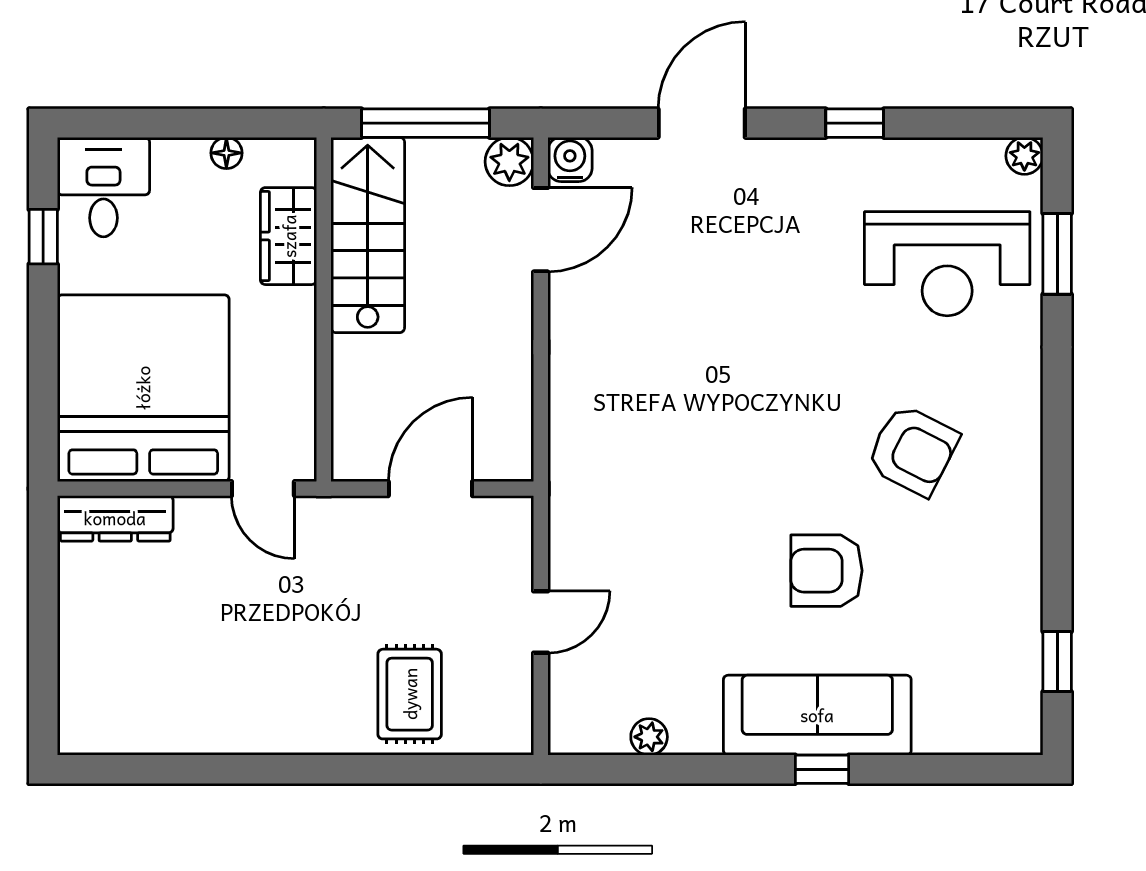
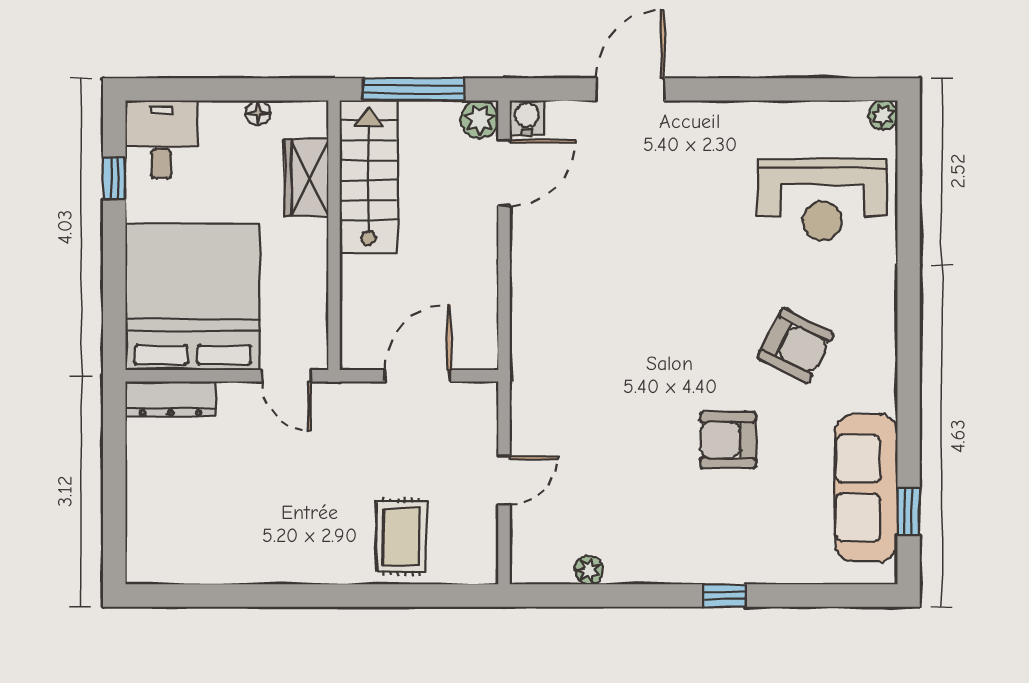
window: (855, 123) -> (750, 89), removed
window: (1057, 254) -> (909, 192), removed
sofa: (817, 715) -> (866, 488), moved, turned -90

